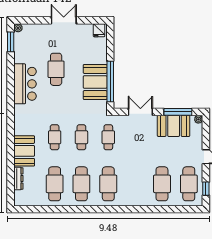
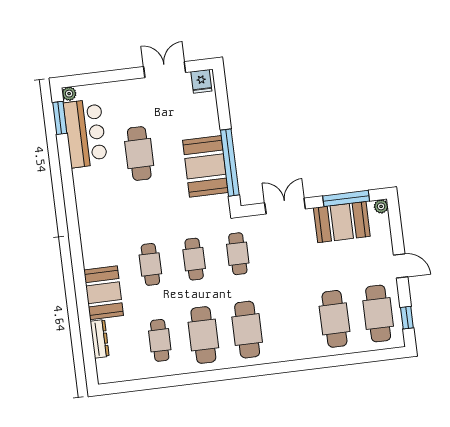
double door: (64, 20) -> (165, 70), moved
bar counter: (25, 84) -> (85, 133), moved
cafe table: (55, 184) -> (160, 340), width x0.73, depth x0.74

